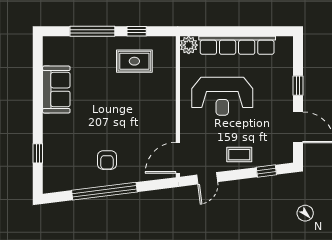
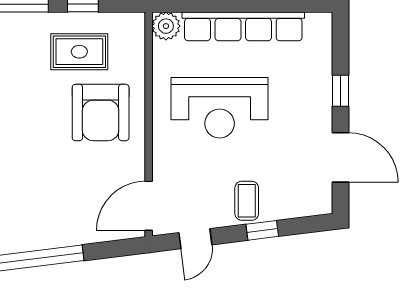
coffee table: (239, 155) -> (247, 201), turned 90
armchair: (107, 160) -> (101, 113), moved, width x1.88, depth x1.88
window: (266, 171) -> (262, 230), moved

